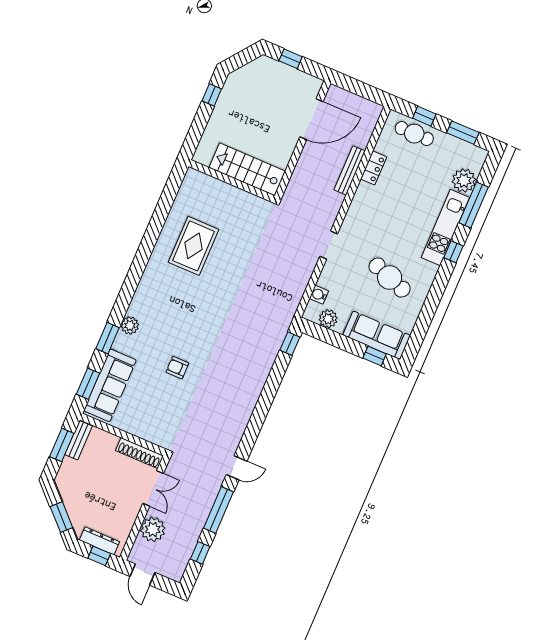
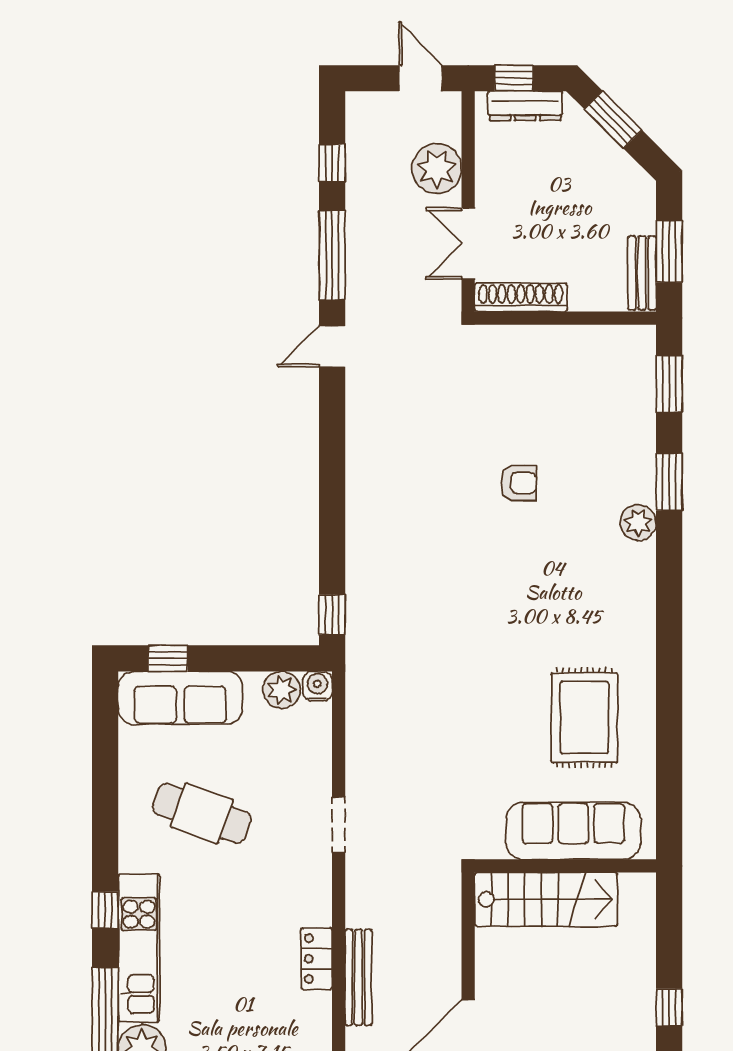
locker: (374, 168) -> (317, 959), moved
water cooler: (319, 295) -> (317, 686), moved, turned -90
sofa: (110, 385) -> (573, 831), moved, turned 90

